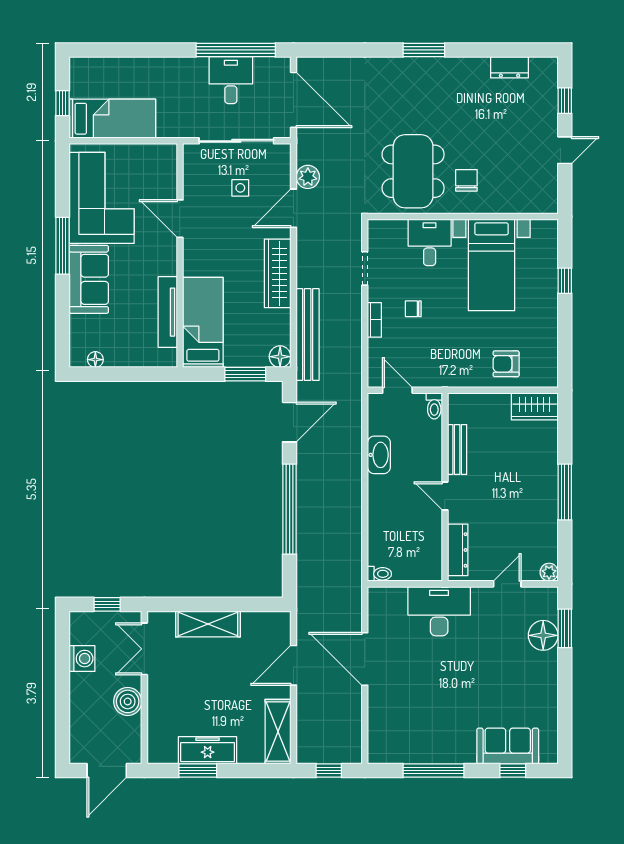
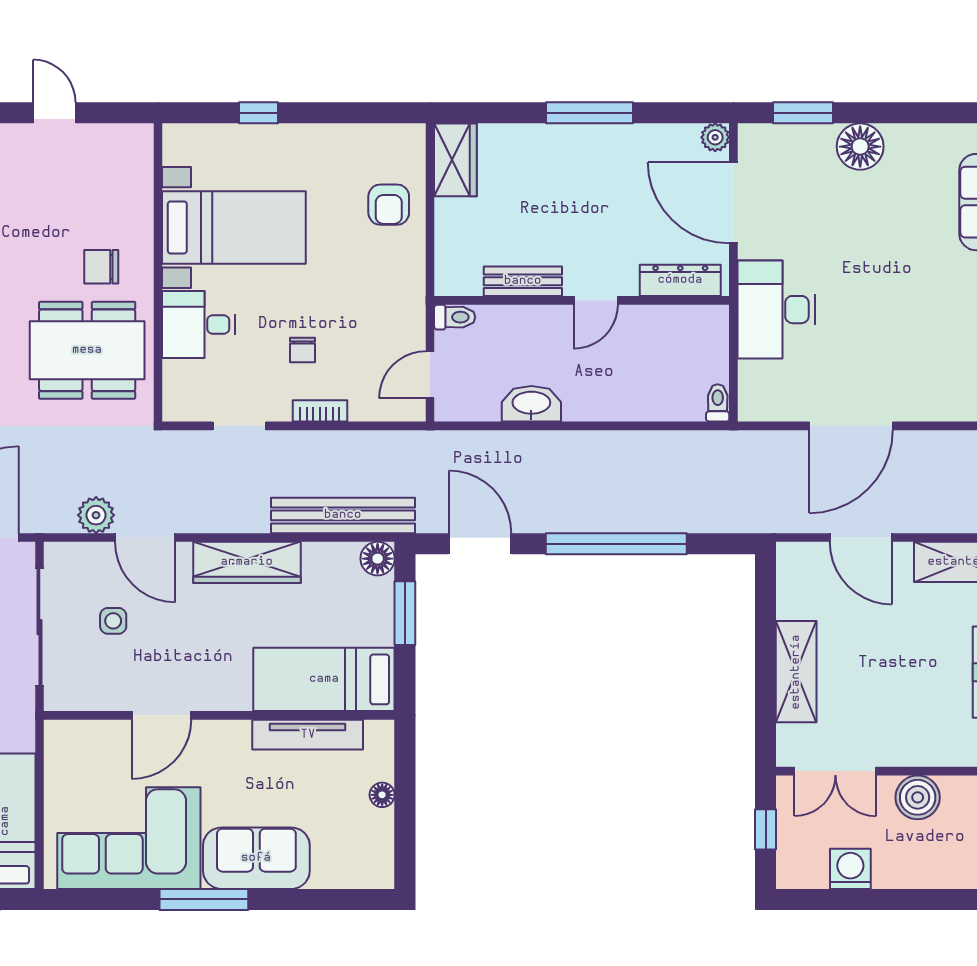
floor lamp: (95, 360) -> (382, 795), moved
door: (507, 584) -> (733, 203), width x1.87
floor lamp: (543, 635) -> (860, 147), moved

